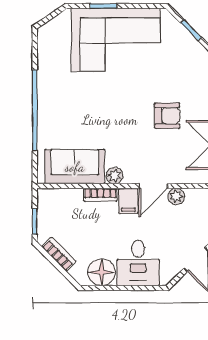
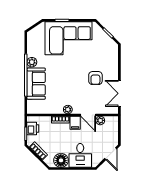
plant: (46, 85) -> (32, 62), added
armchair: (167, 116) -> (95, 78), turned 90
sofa: (75, 167) -> (36, 84), moved, turned 90
door: (153, 186) -> (88, 115), hinge flipped
printer: (48, 212) -> (33, 128), added

